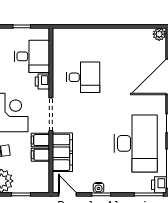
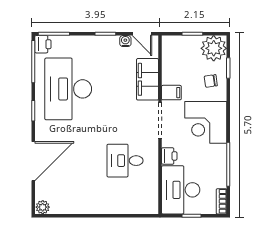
desk: (32, 56) -> (181, 190), width x1.37
filing cabinet: (40, 155) -> (171, 77), removed
water cooler: (98, 188) -> (125, 41), moved

